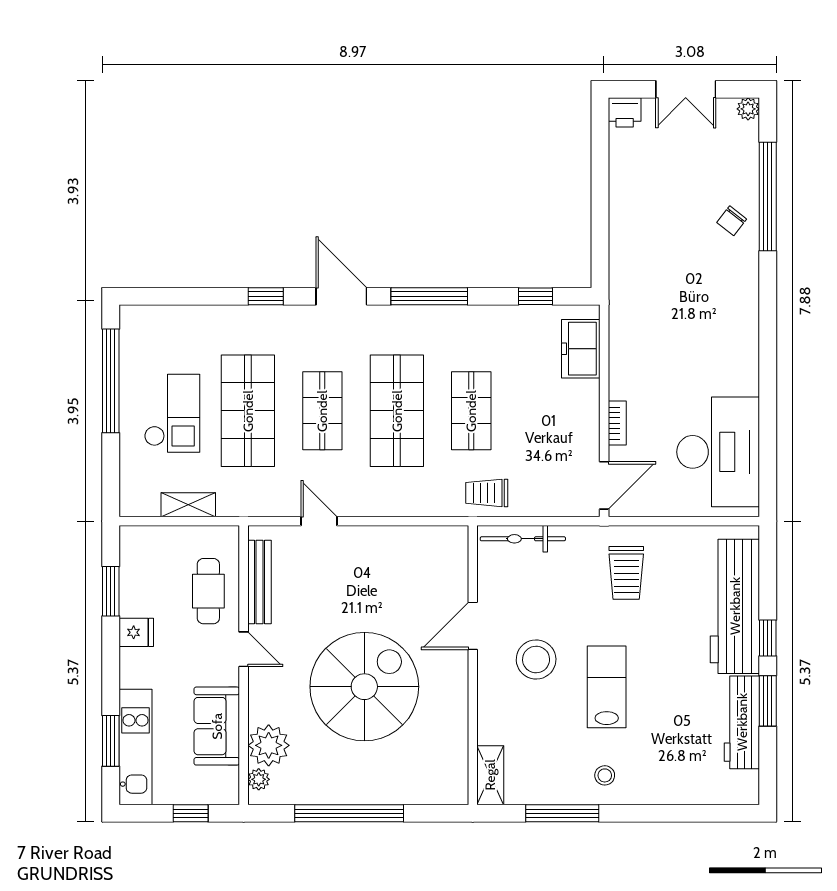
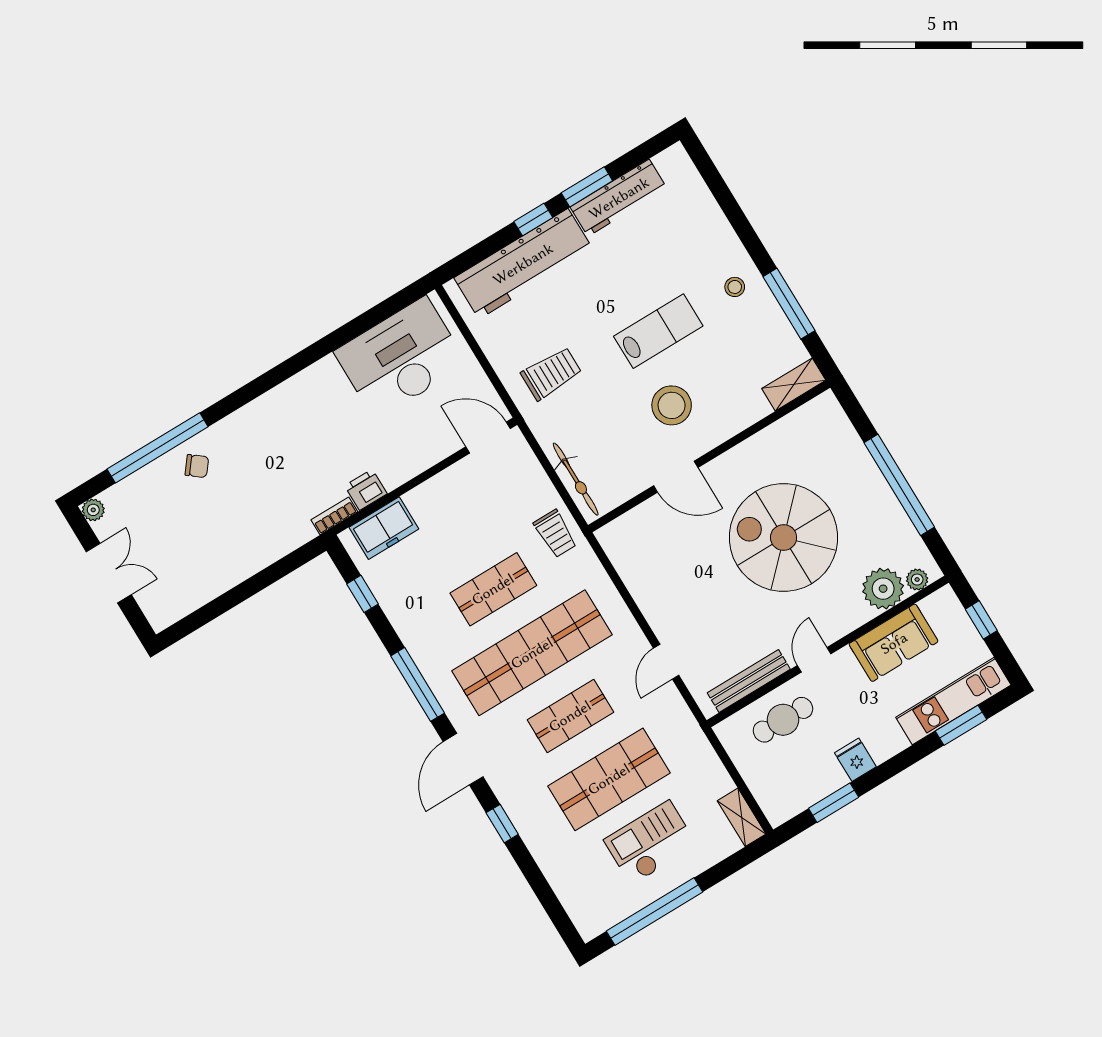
printer: (625, 112) -> (366, 490), moved, turned -90
shop shelf: (397, 411) -> (532, 653), width x1.40
bookcase: (617, 423) -> (334, 516), moved
shelving: (188, 505) -> (742, 817), moved
lab bench: (607, 687) -> (658, 331), turned 180

